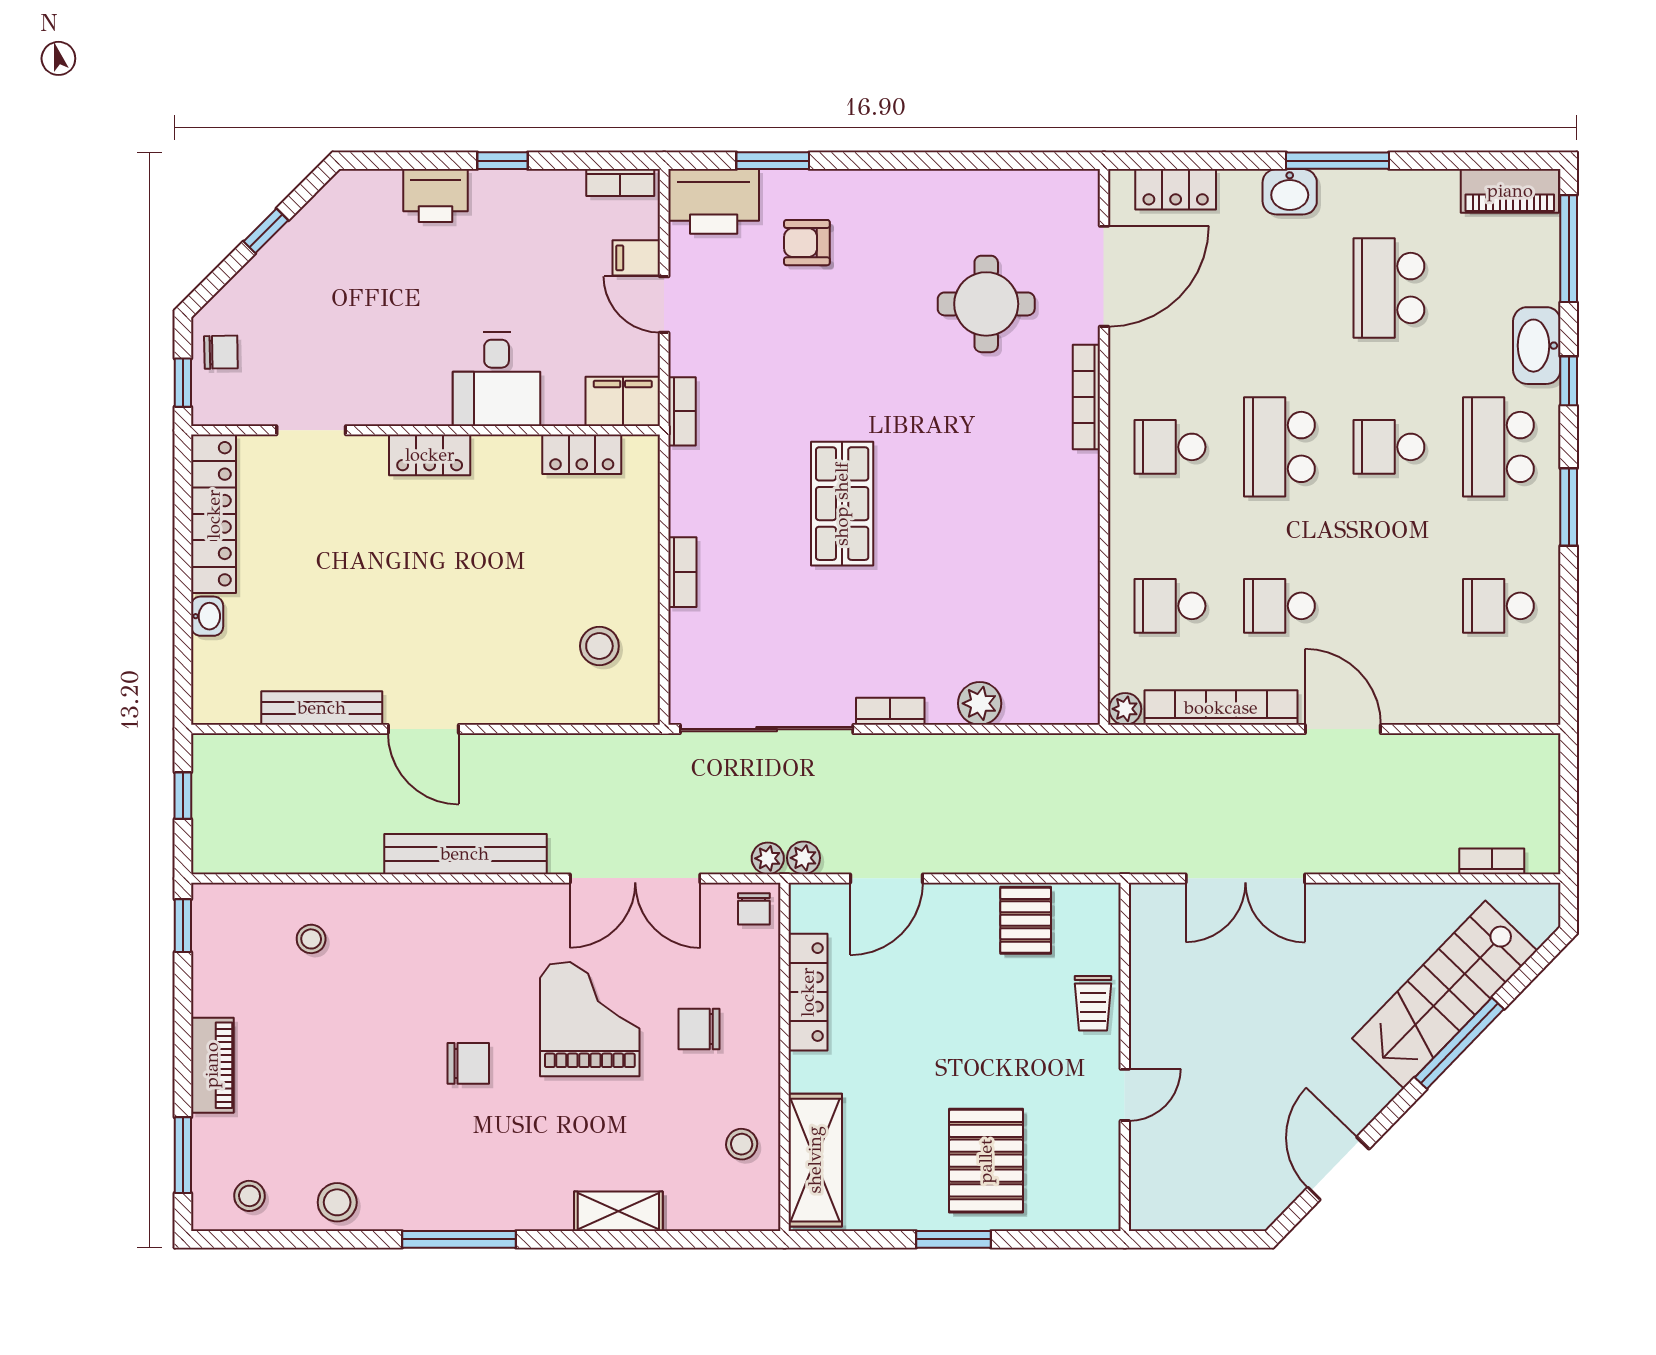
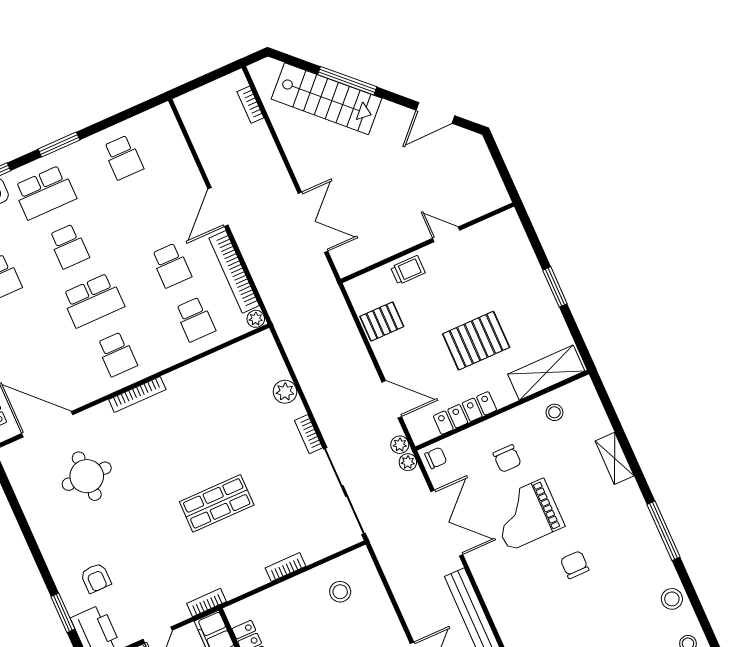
bookcase: (1086, 397) -> (137, 394), moved
pallet: (986, 1161) -> (476, 341), moved

